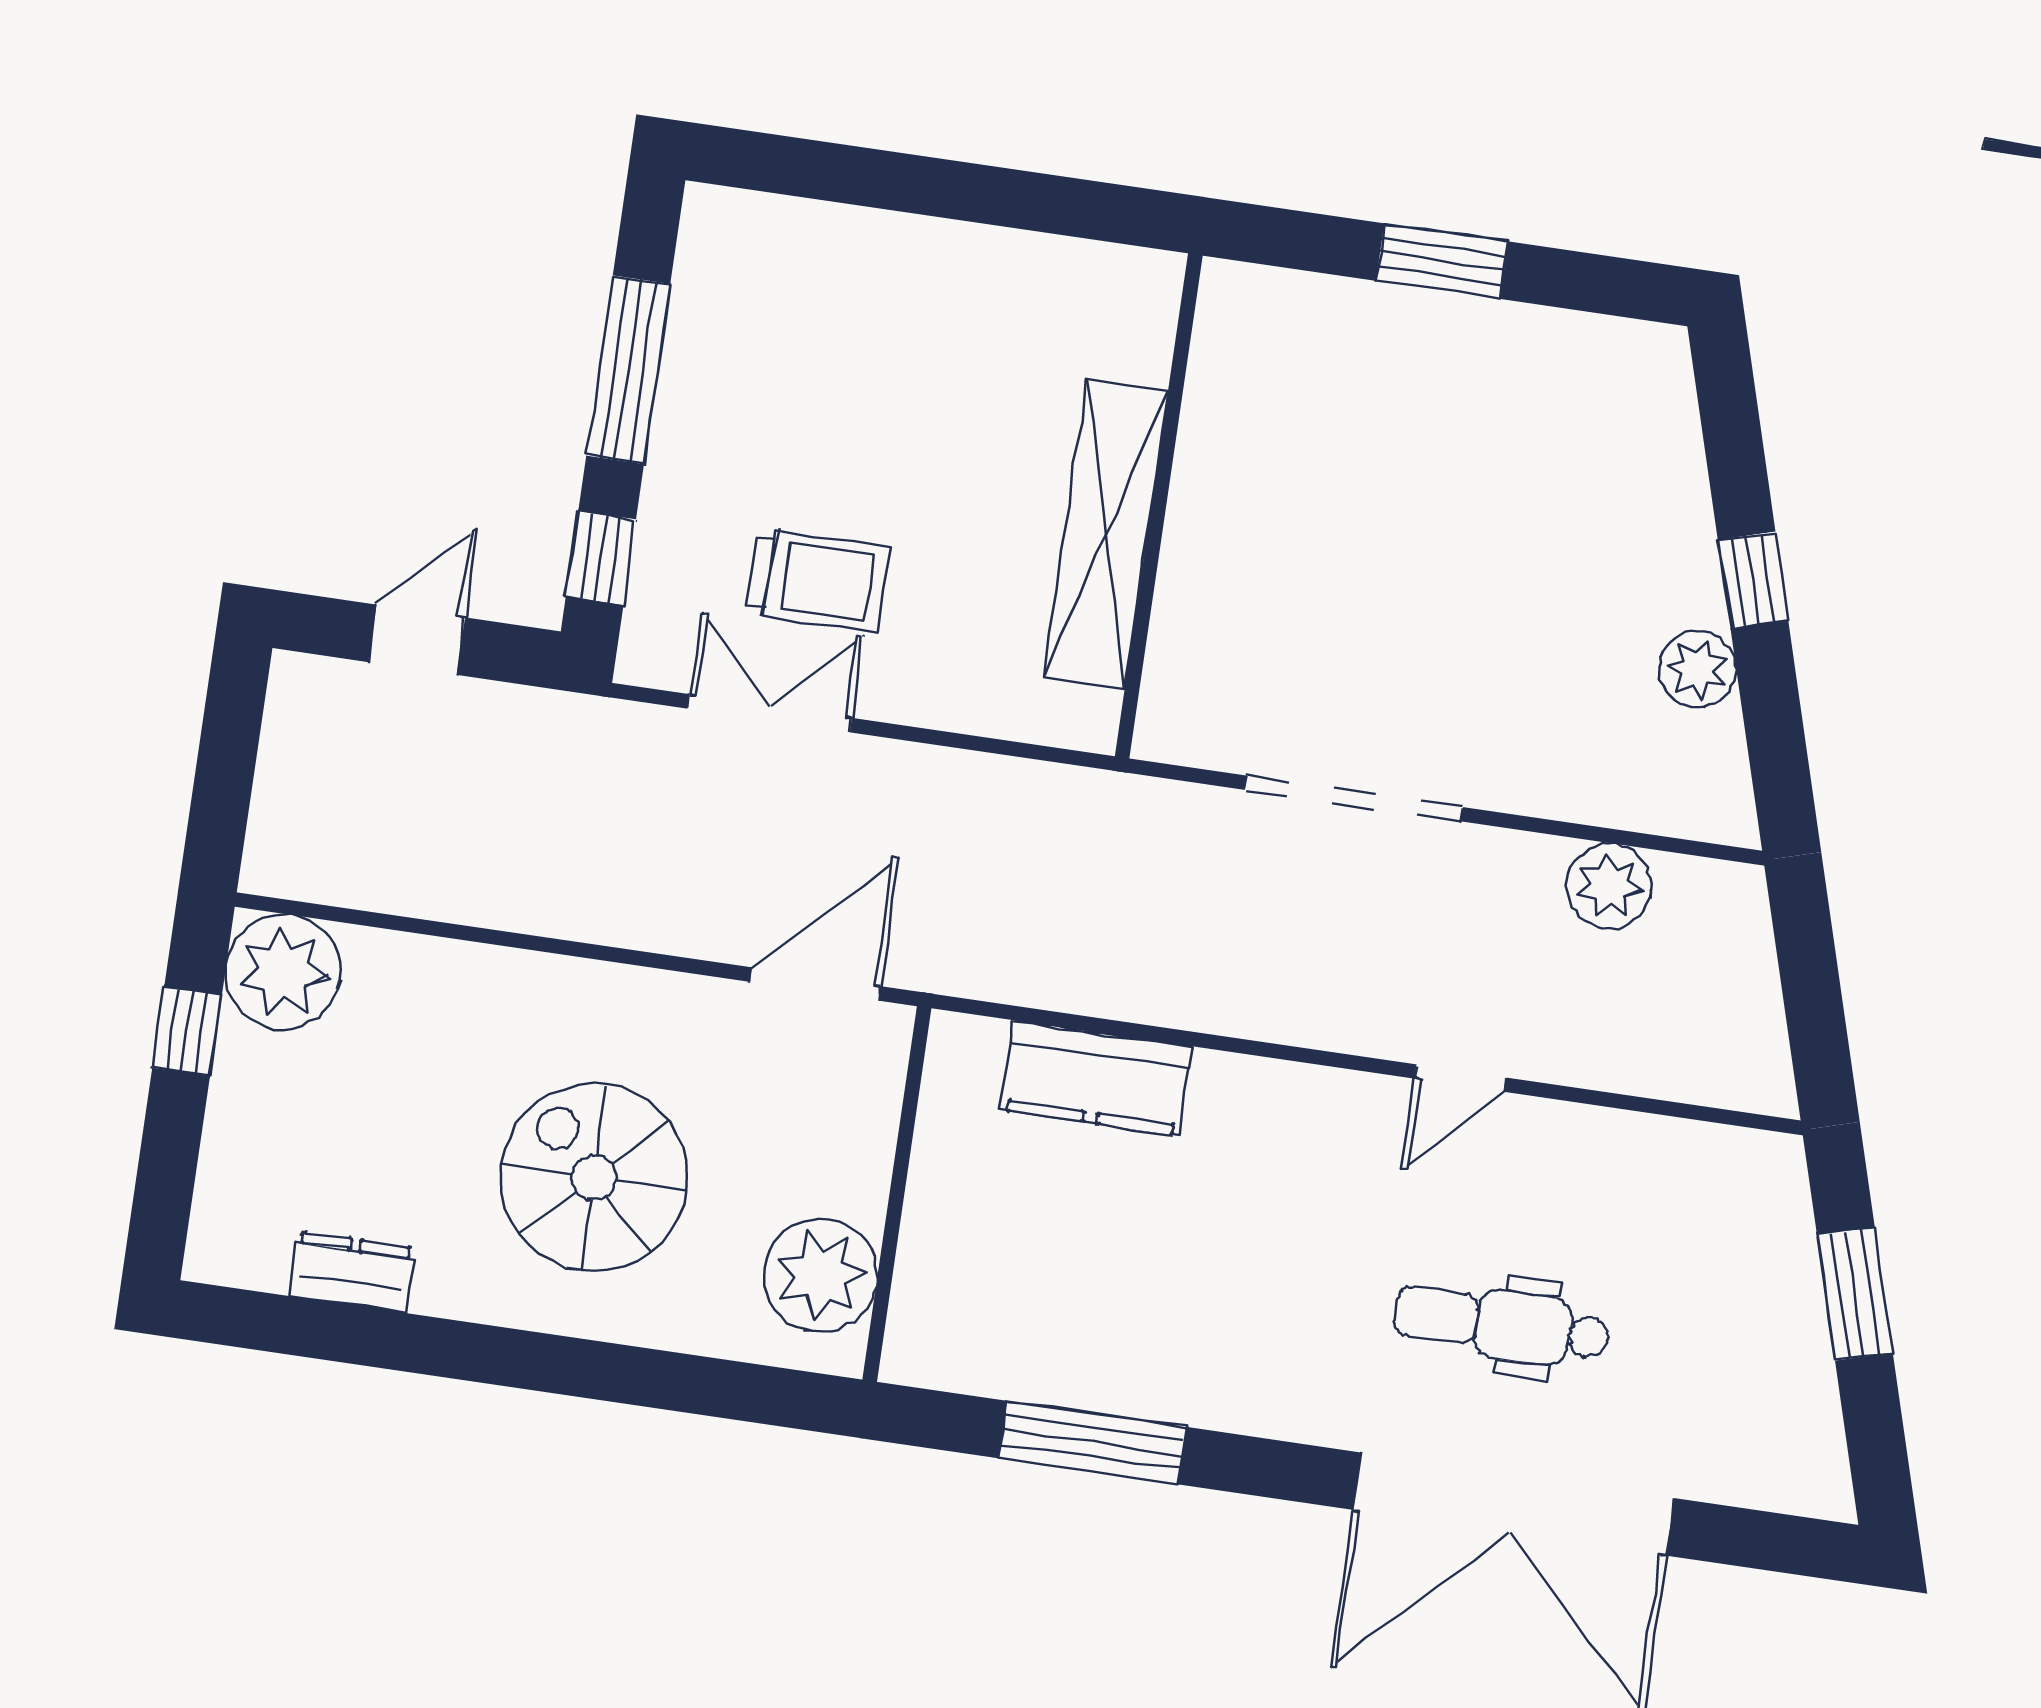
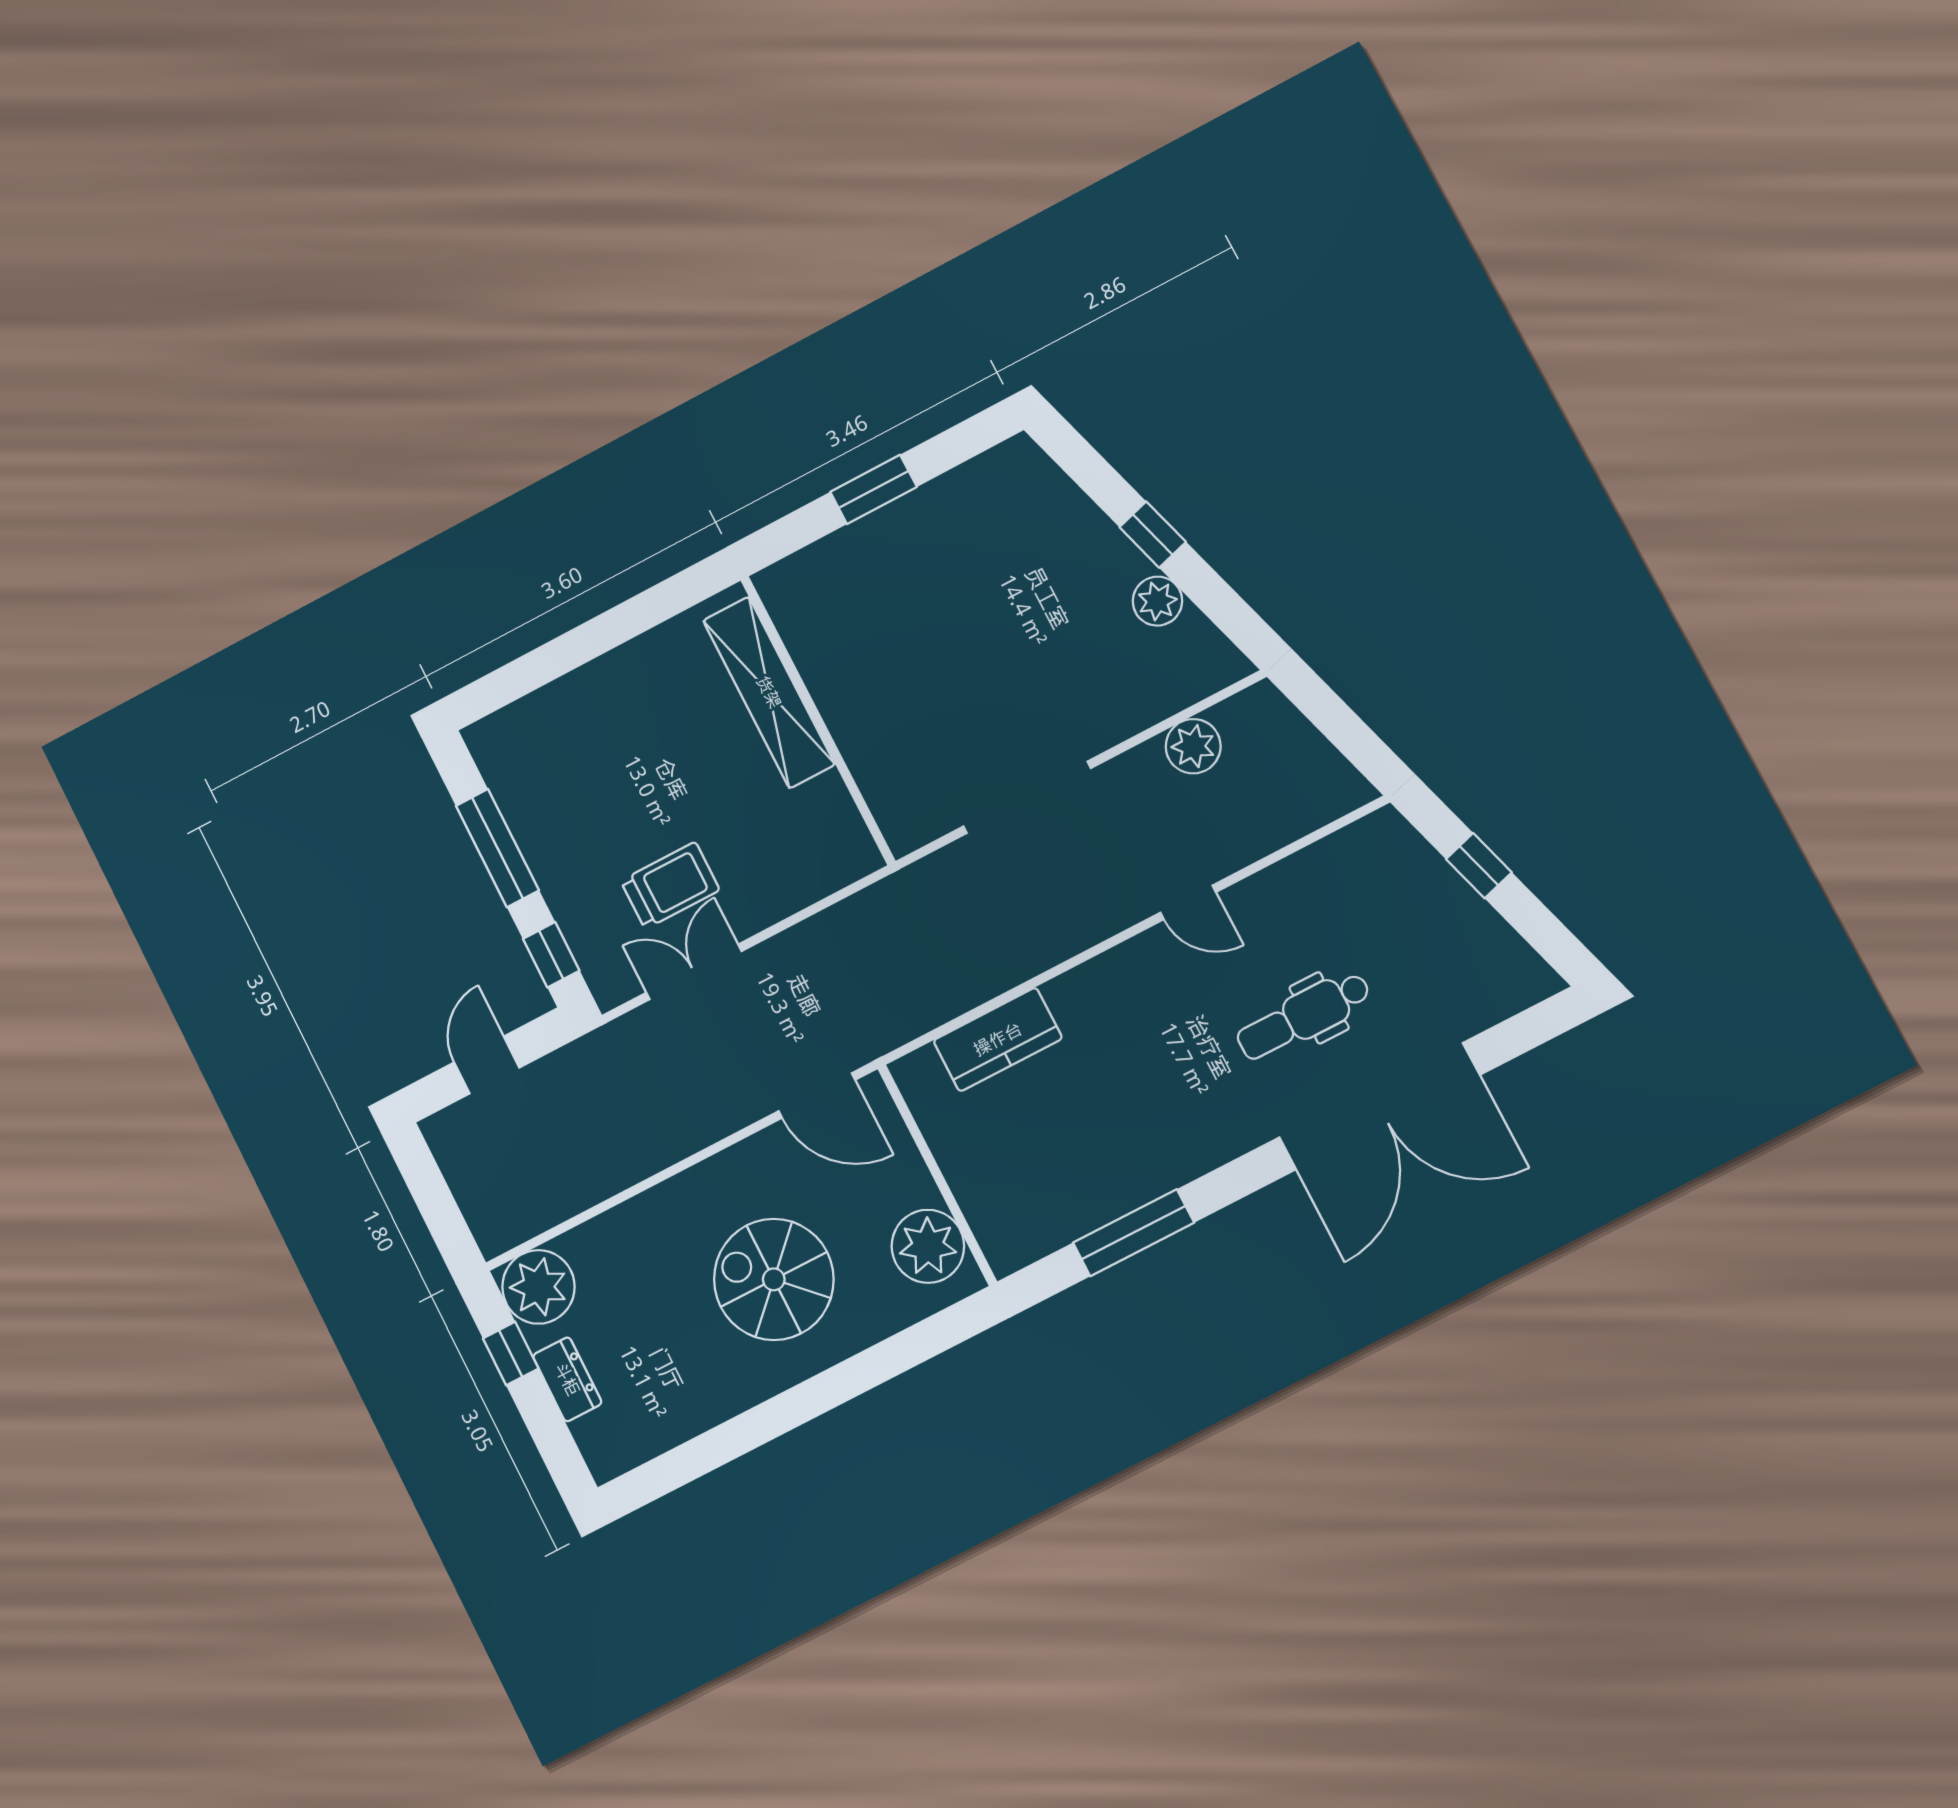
shelving: (1106, 534) -> (769, 692), moved
door: (815, 984) -> (817, 1096), swing flipped
door: (1461, 1078) -> (1188, 902), hinge flipped
dresser: (352, 1272) -> (567, 1379), moved, turned 90
window: (1855, 1294) -> (1479, 866), width x0.67

